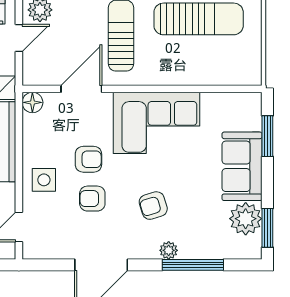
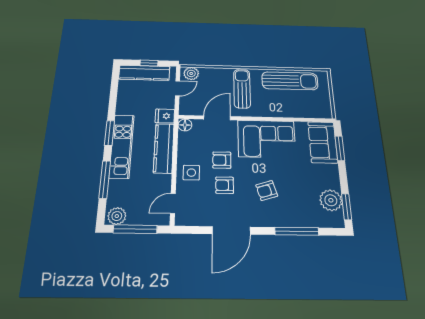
armchair: (88, 159) -> (222, 160), turned 180
sofa: (242, 166) -> (323, 142), moved
plant: (169, 250) -> (279, 221), removed

